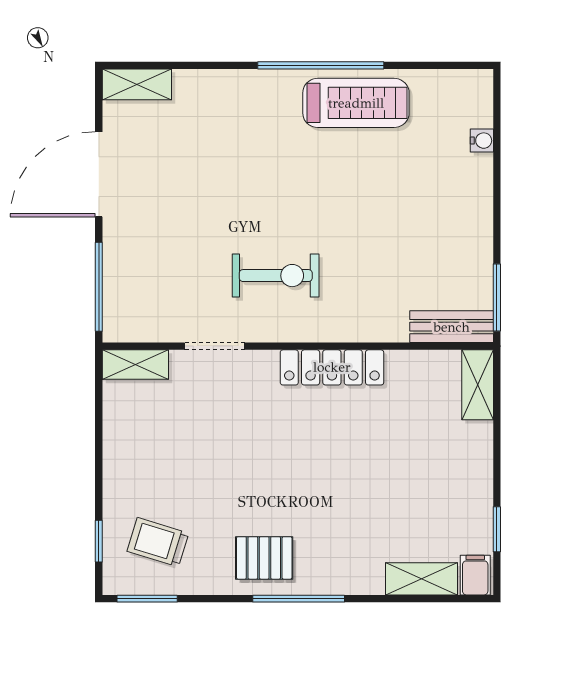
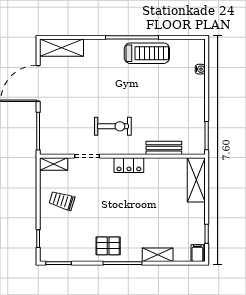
shelving: (137, 84) -> (61, 48), width x1.50, depth x1.33
bench: (452, 327) -> (164, 148), moved
locker: (332, 367) -> (129, 165), width x0.66
shelving: (478, 385) -> (196, 180), width x1.50, depth x1.33
trolley: (158, 542) -> (62, 201), moved
shelving: (422, 579) -> (158, 255), moved

